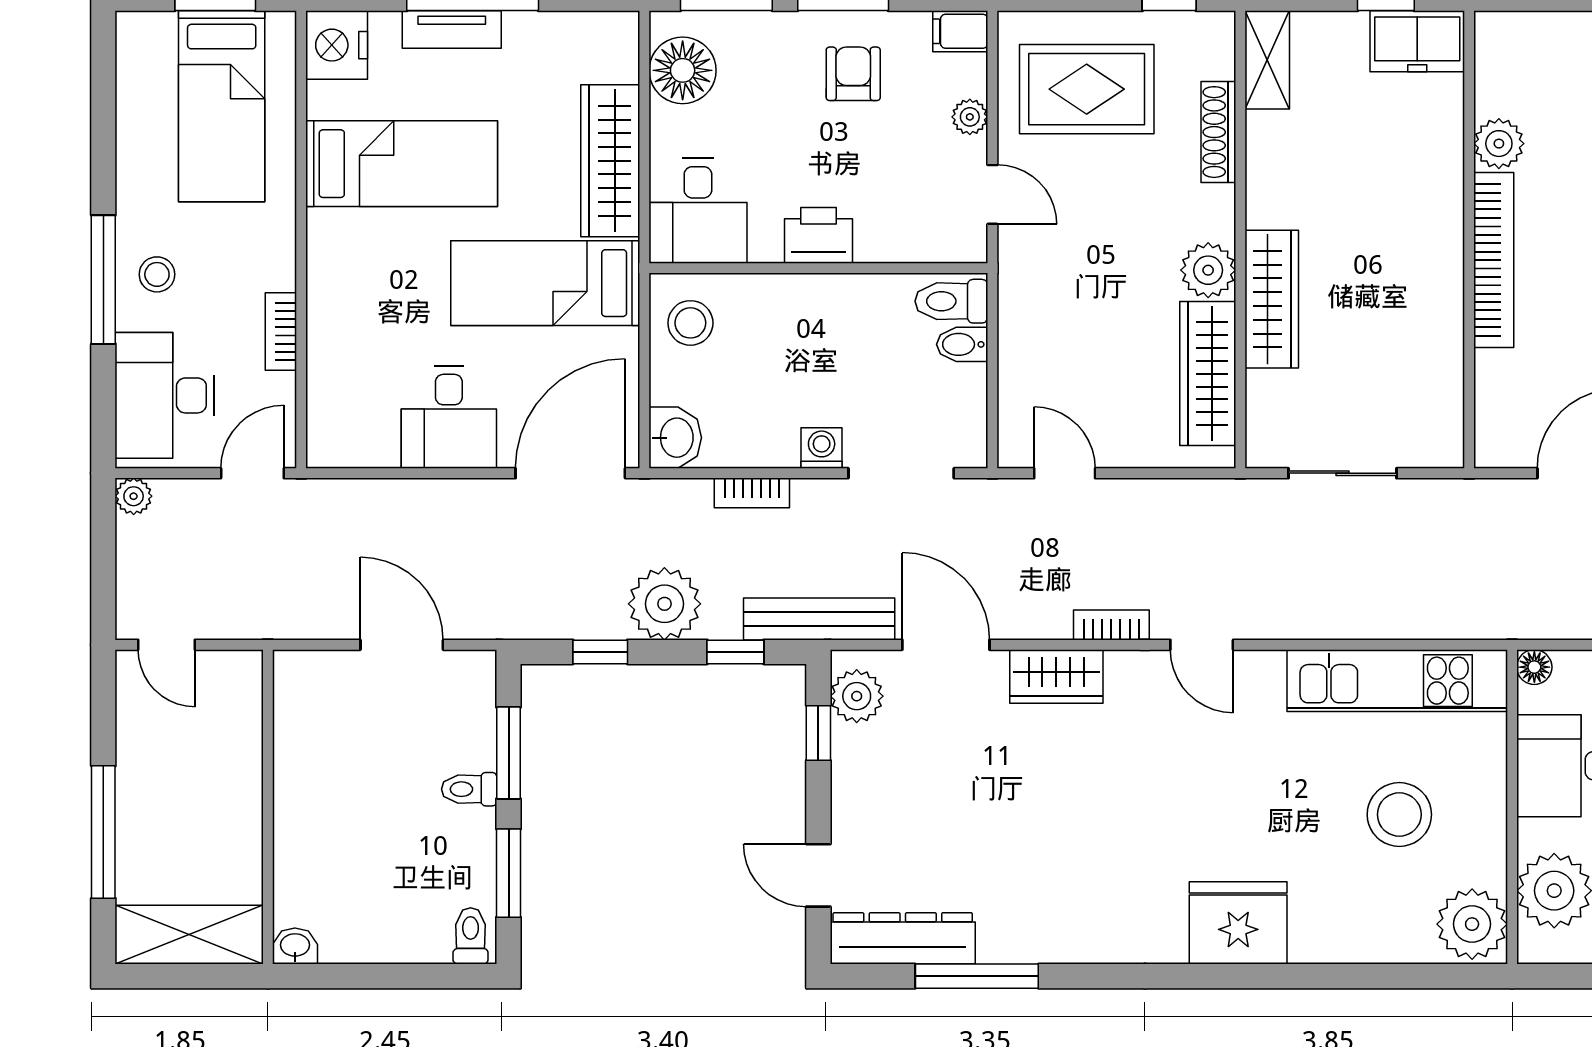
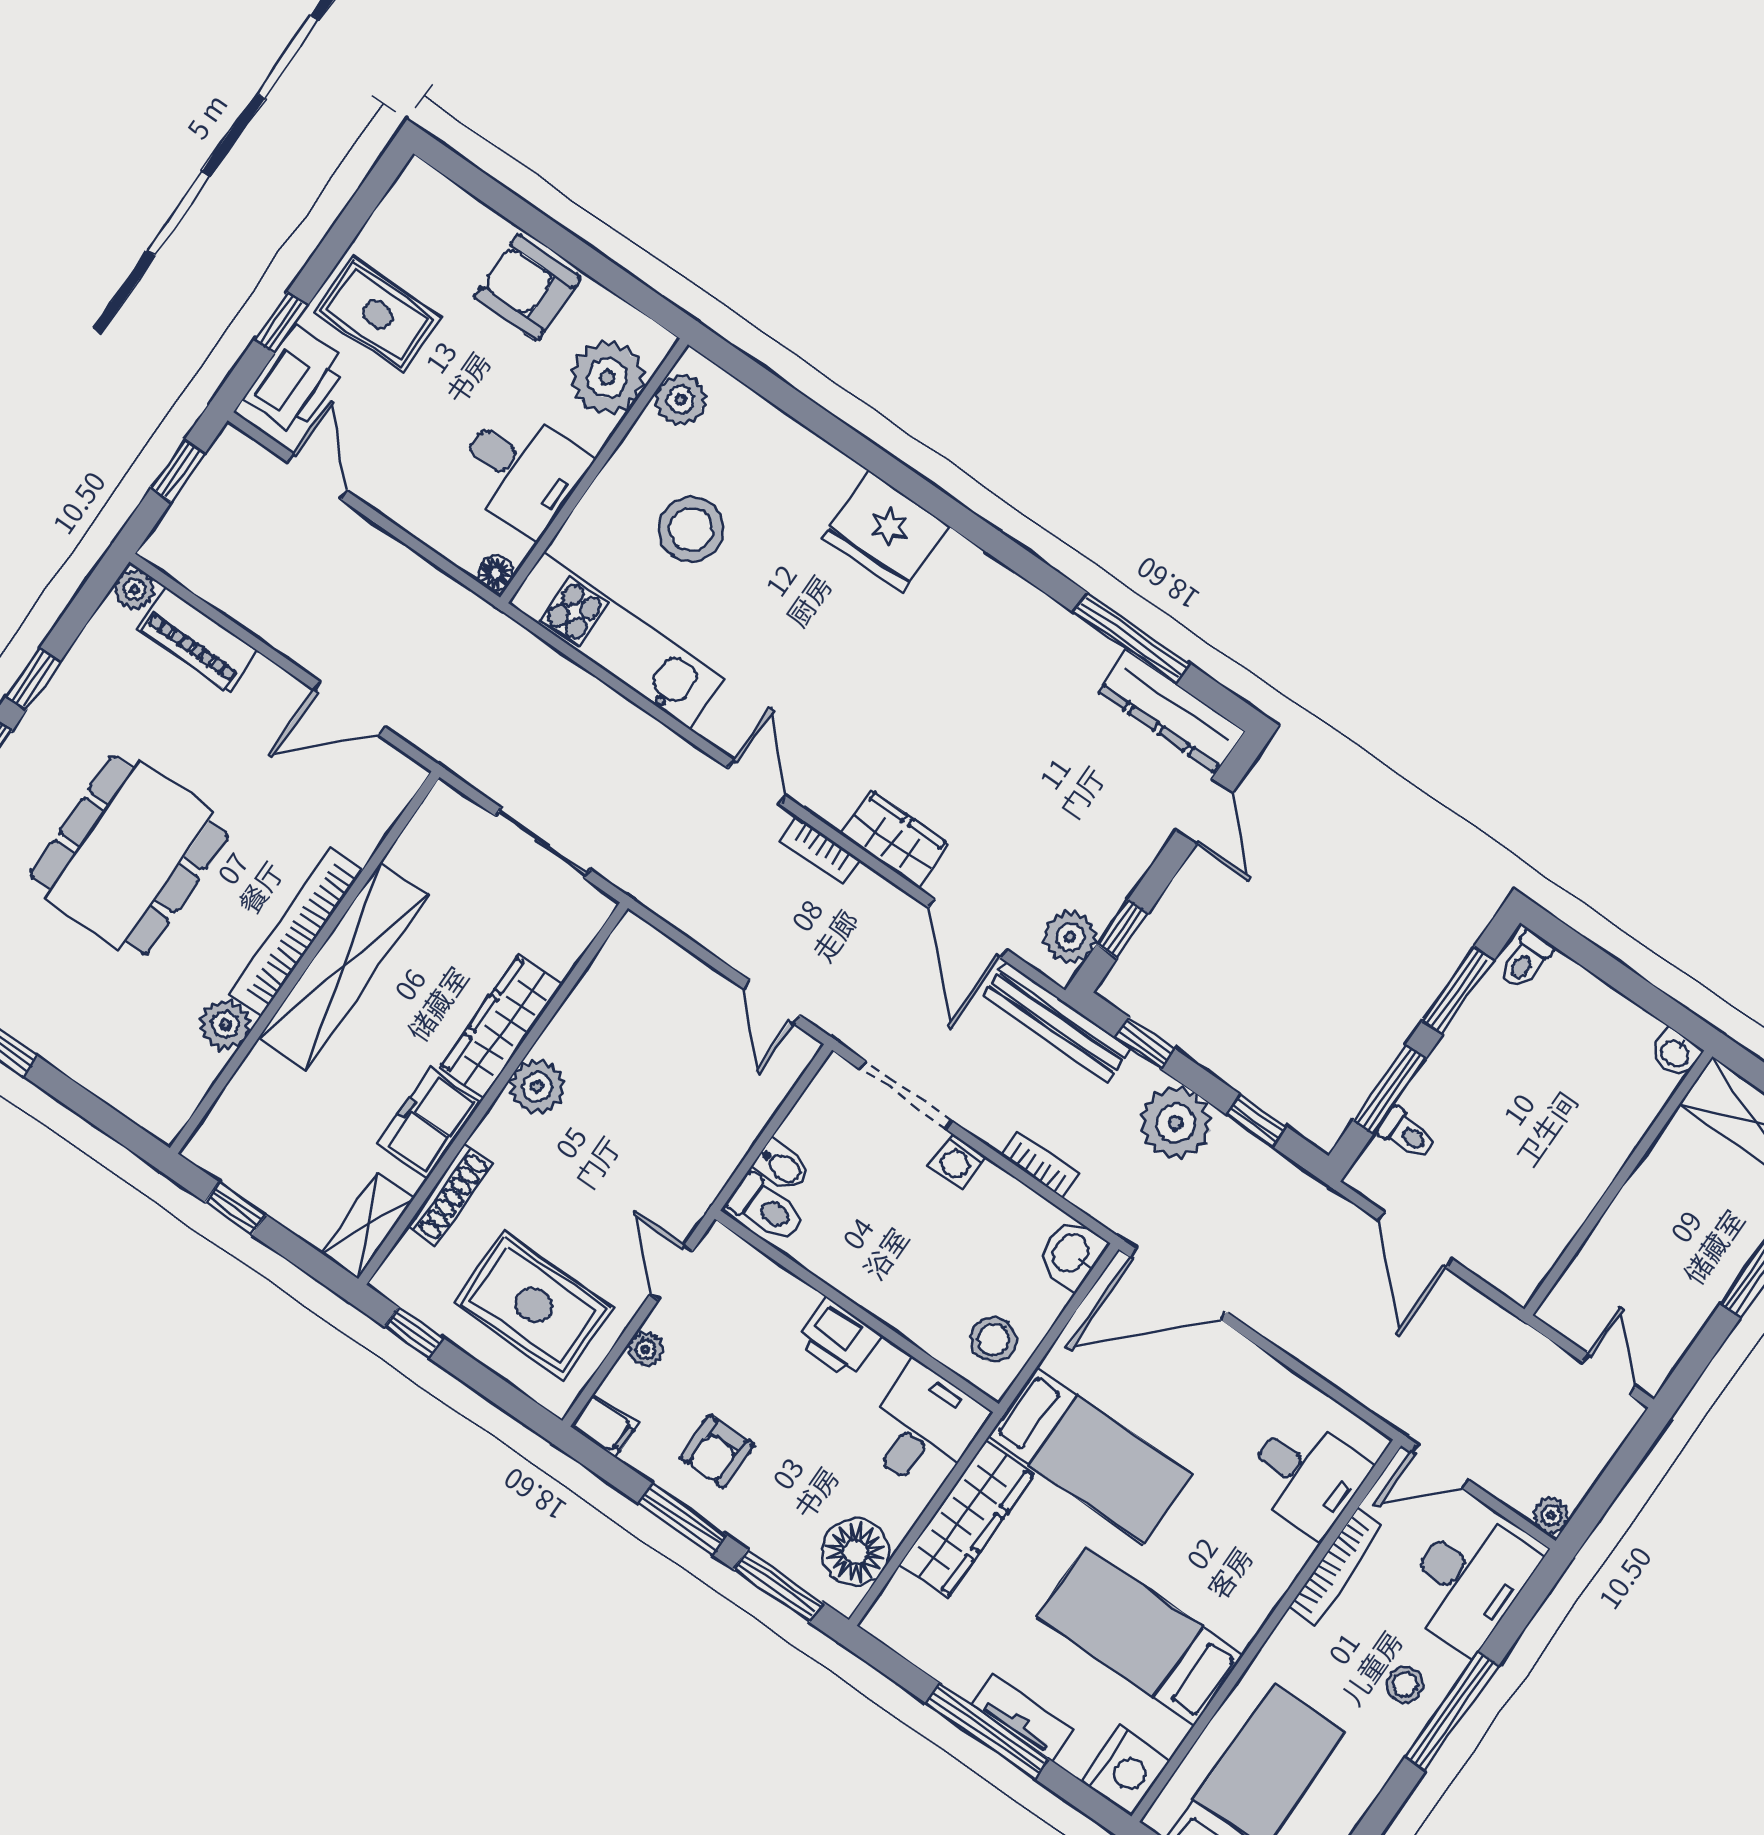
freezer: (1417, 41) -> (429, 1123), moved, turned -90
shelving: (1435, 259) -> (344, 966), added
bookcase: (281, 332) -> (1336, 1567), width x1.56
wardrobe: (1208, 374) -> (597, 1002), removed
desk: (449, 417) -> (1306, 1476), moved, turned 90
toilet: (469, 789) -> (1407, 1134), moved
plant: (1472, 924) -> (681, 400), width x0.73, depth x0.73

